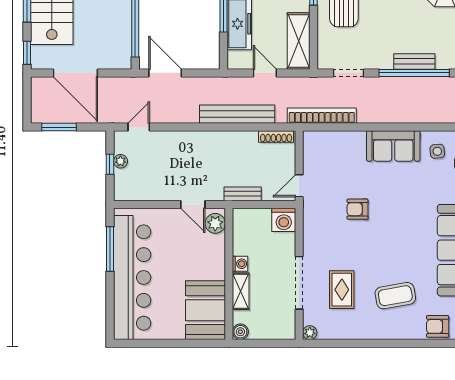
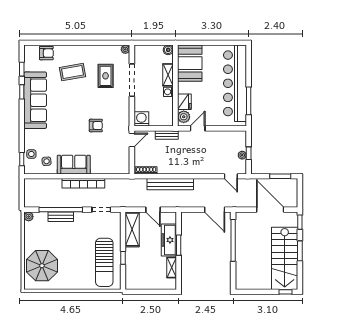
bookcase: (322, 116) -> (83, 183), moved
door: (139, 127) -> (231, 176), hinge flipped
door: (193, 204) -> (198, 128), hinge flipped
fridge: (214, 248) -> (184, 102), added

